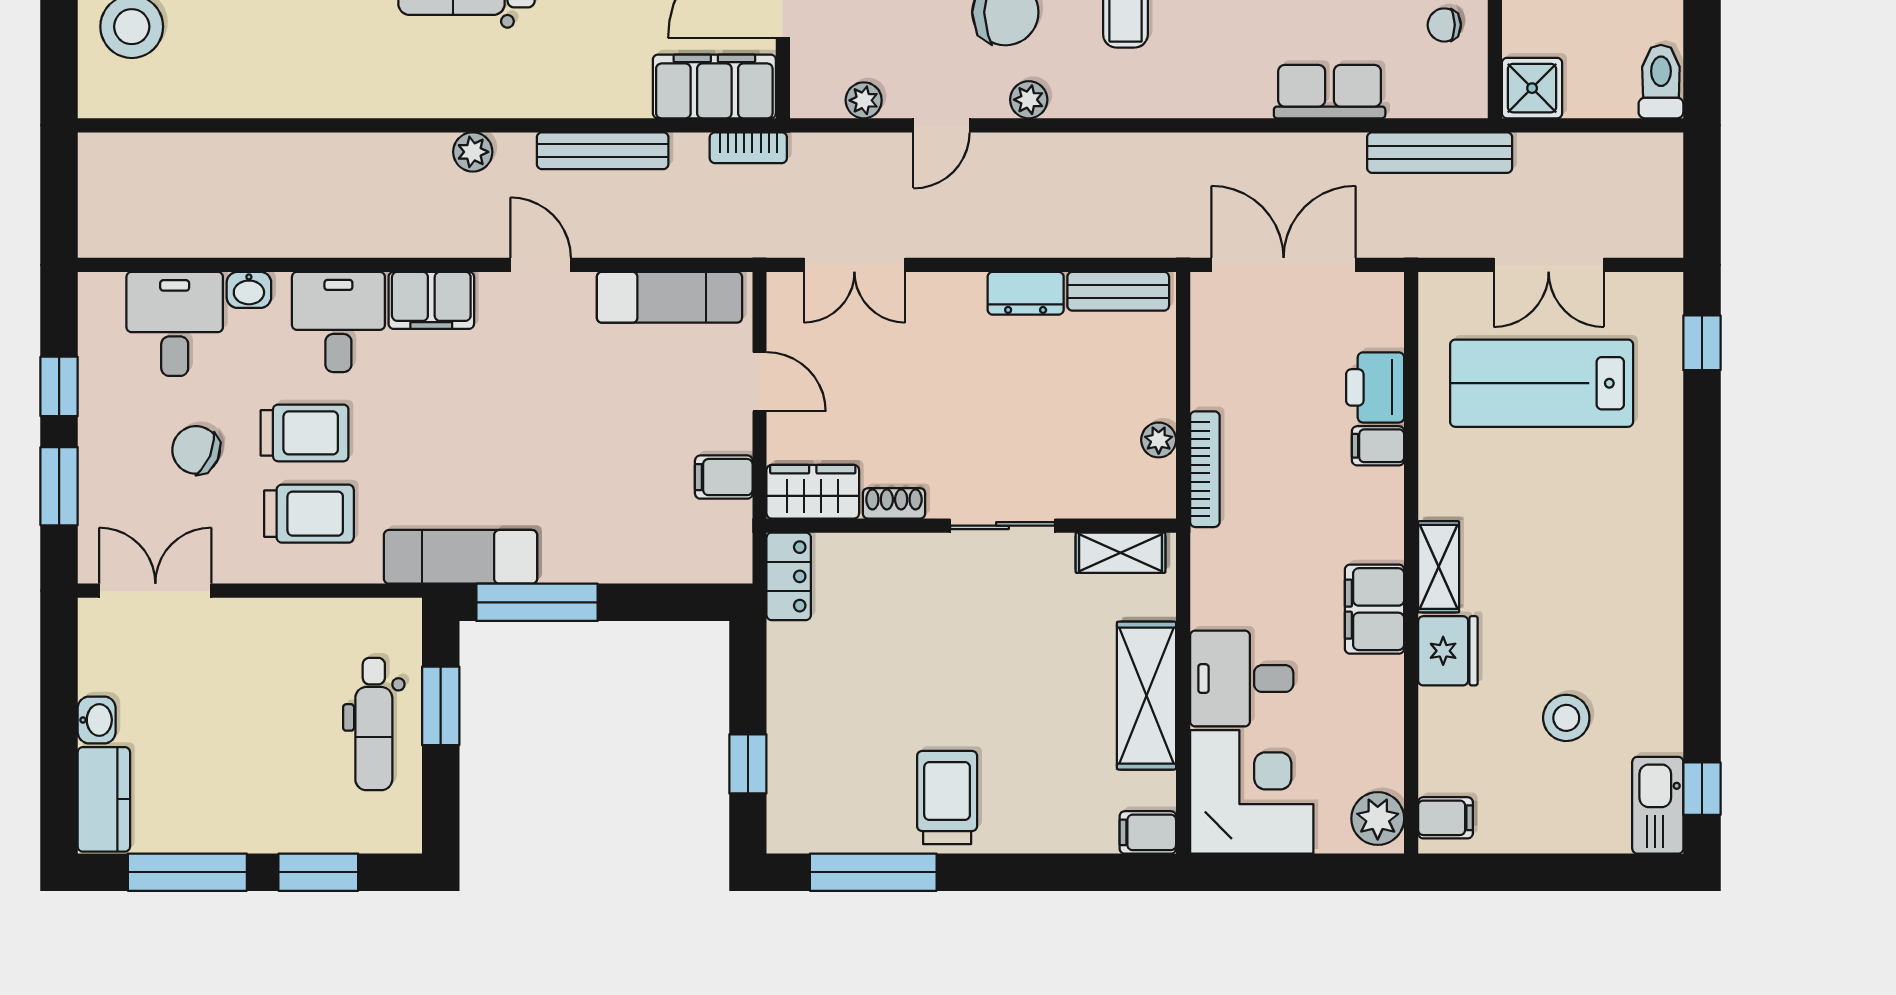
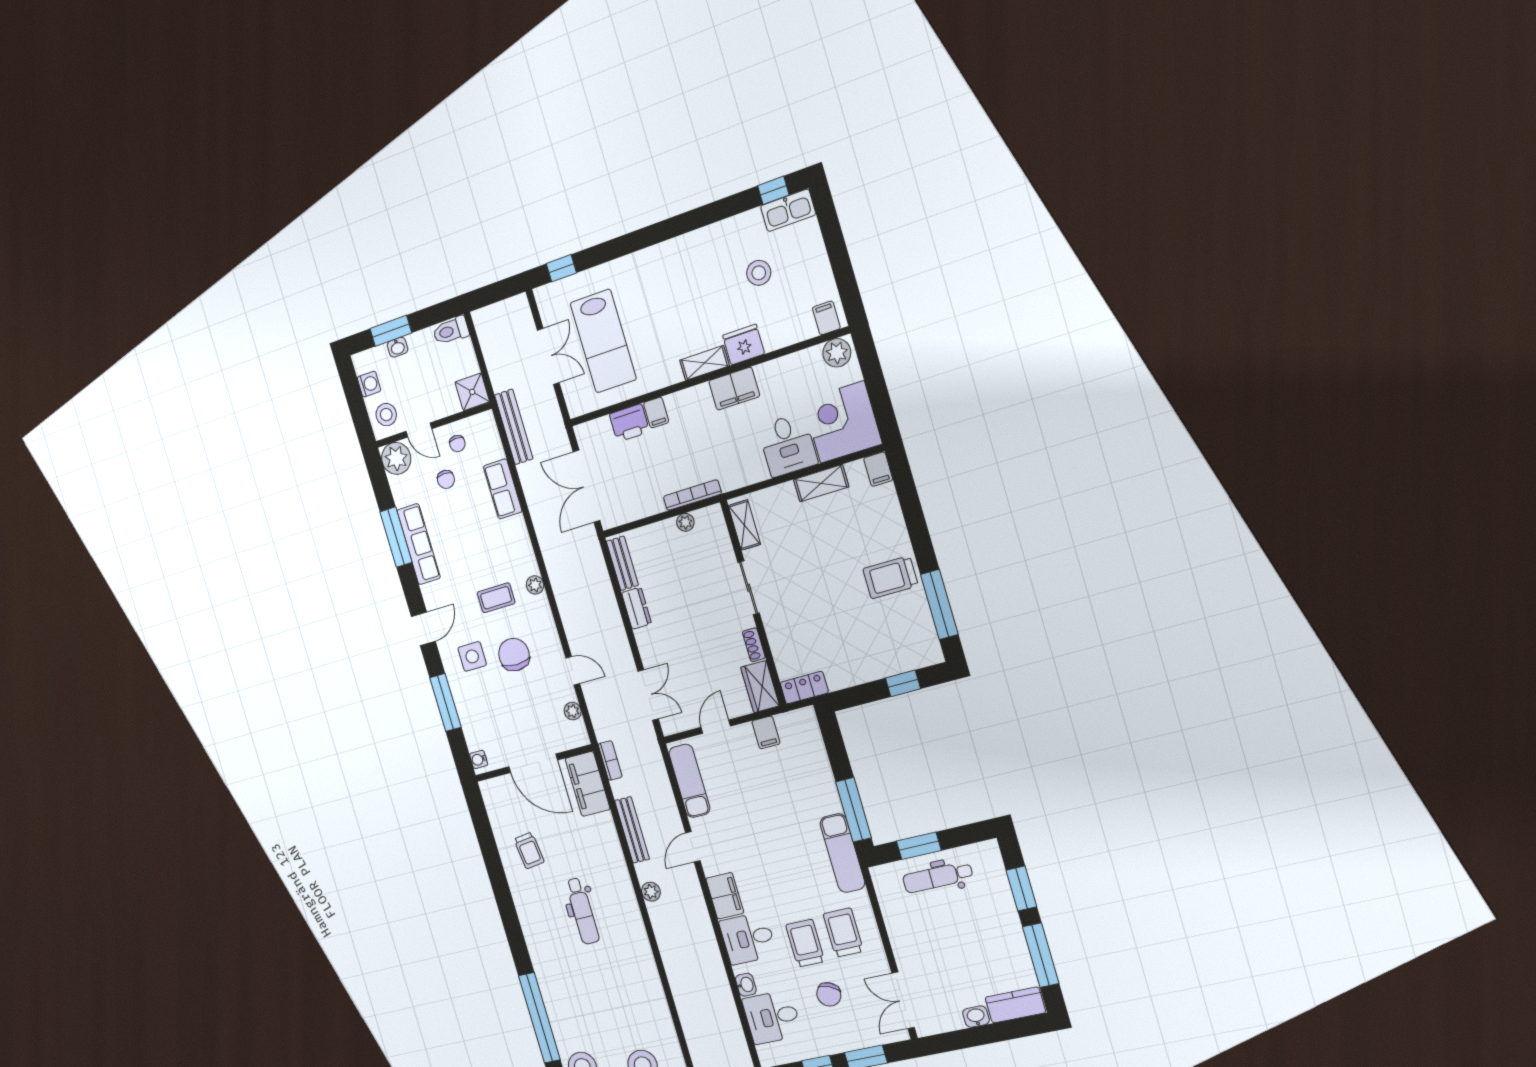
plant: (1029, 100) -> (535, 585), moved
shelving: (1146, 696) -> (821, 483), width x0.67, depth x0.75
dental chair: (374, 724) -> (938, 877), turned 180

